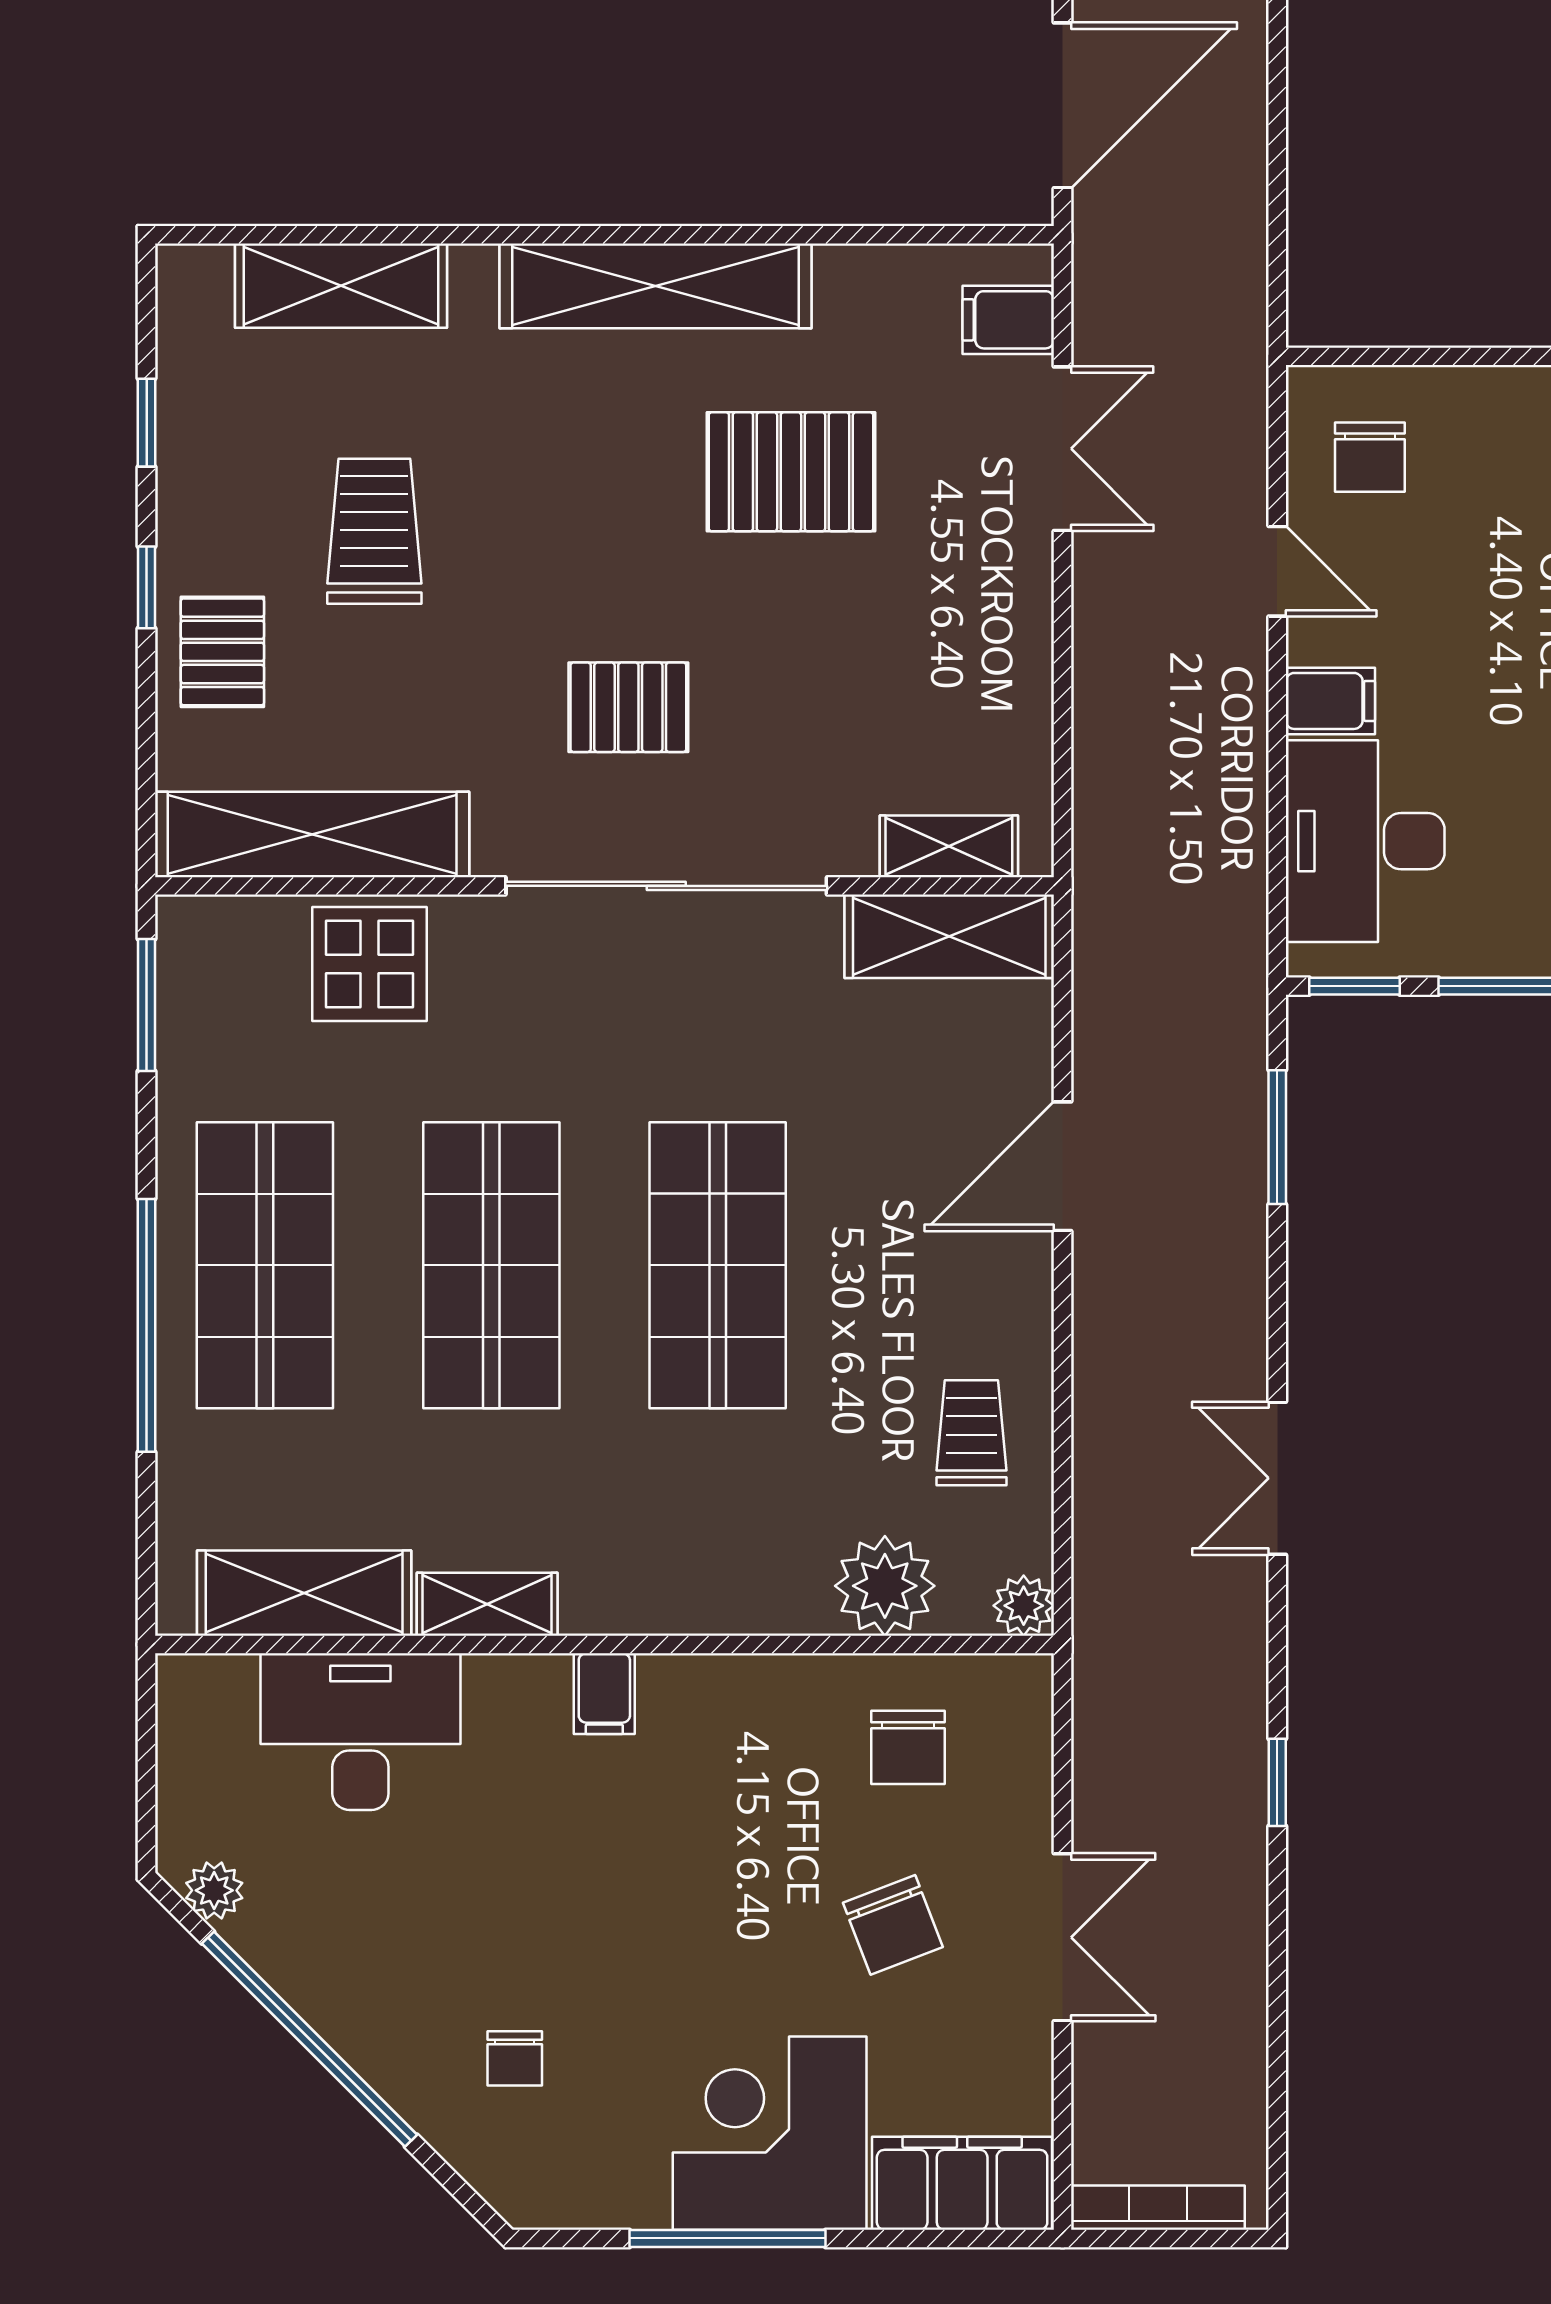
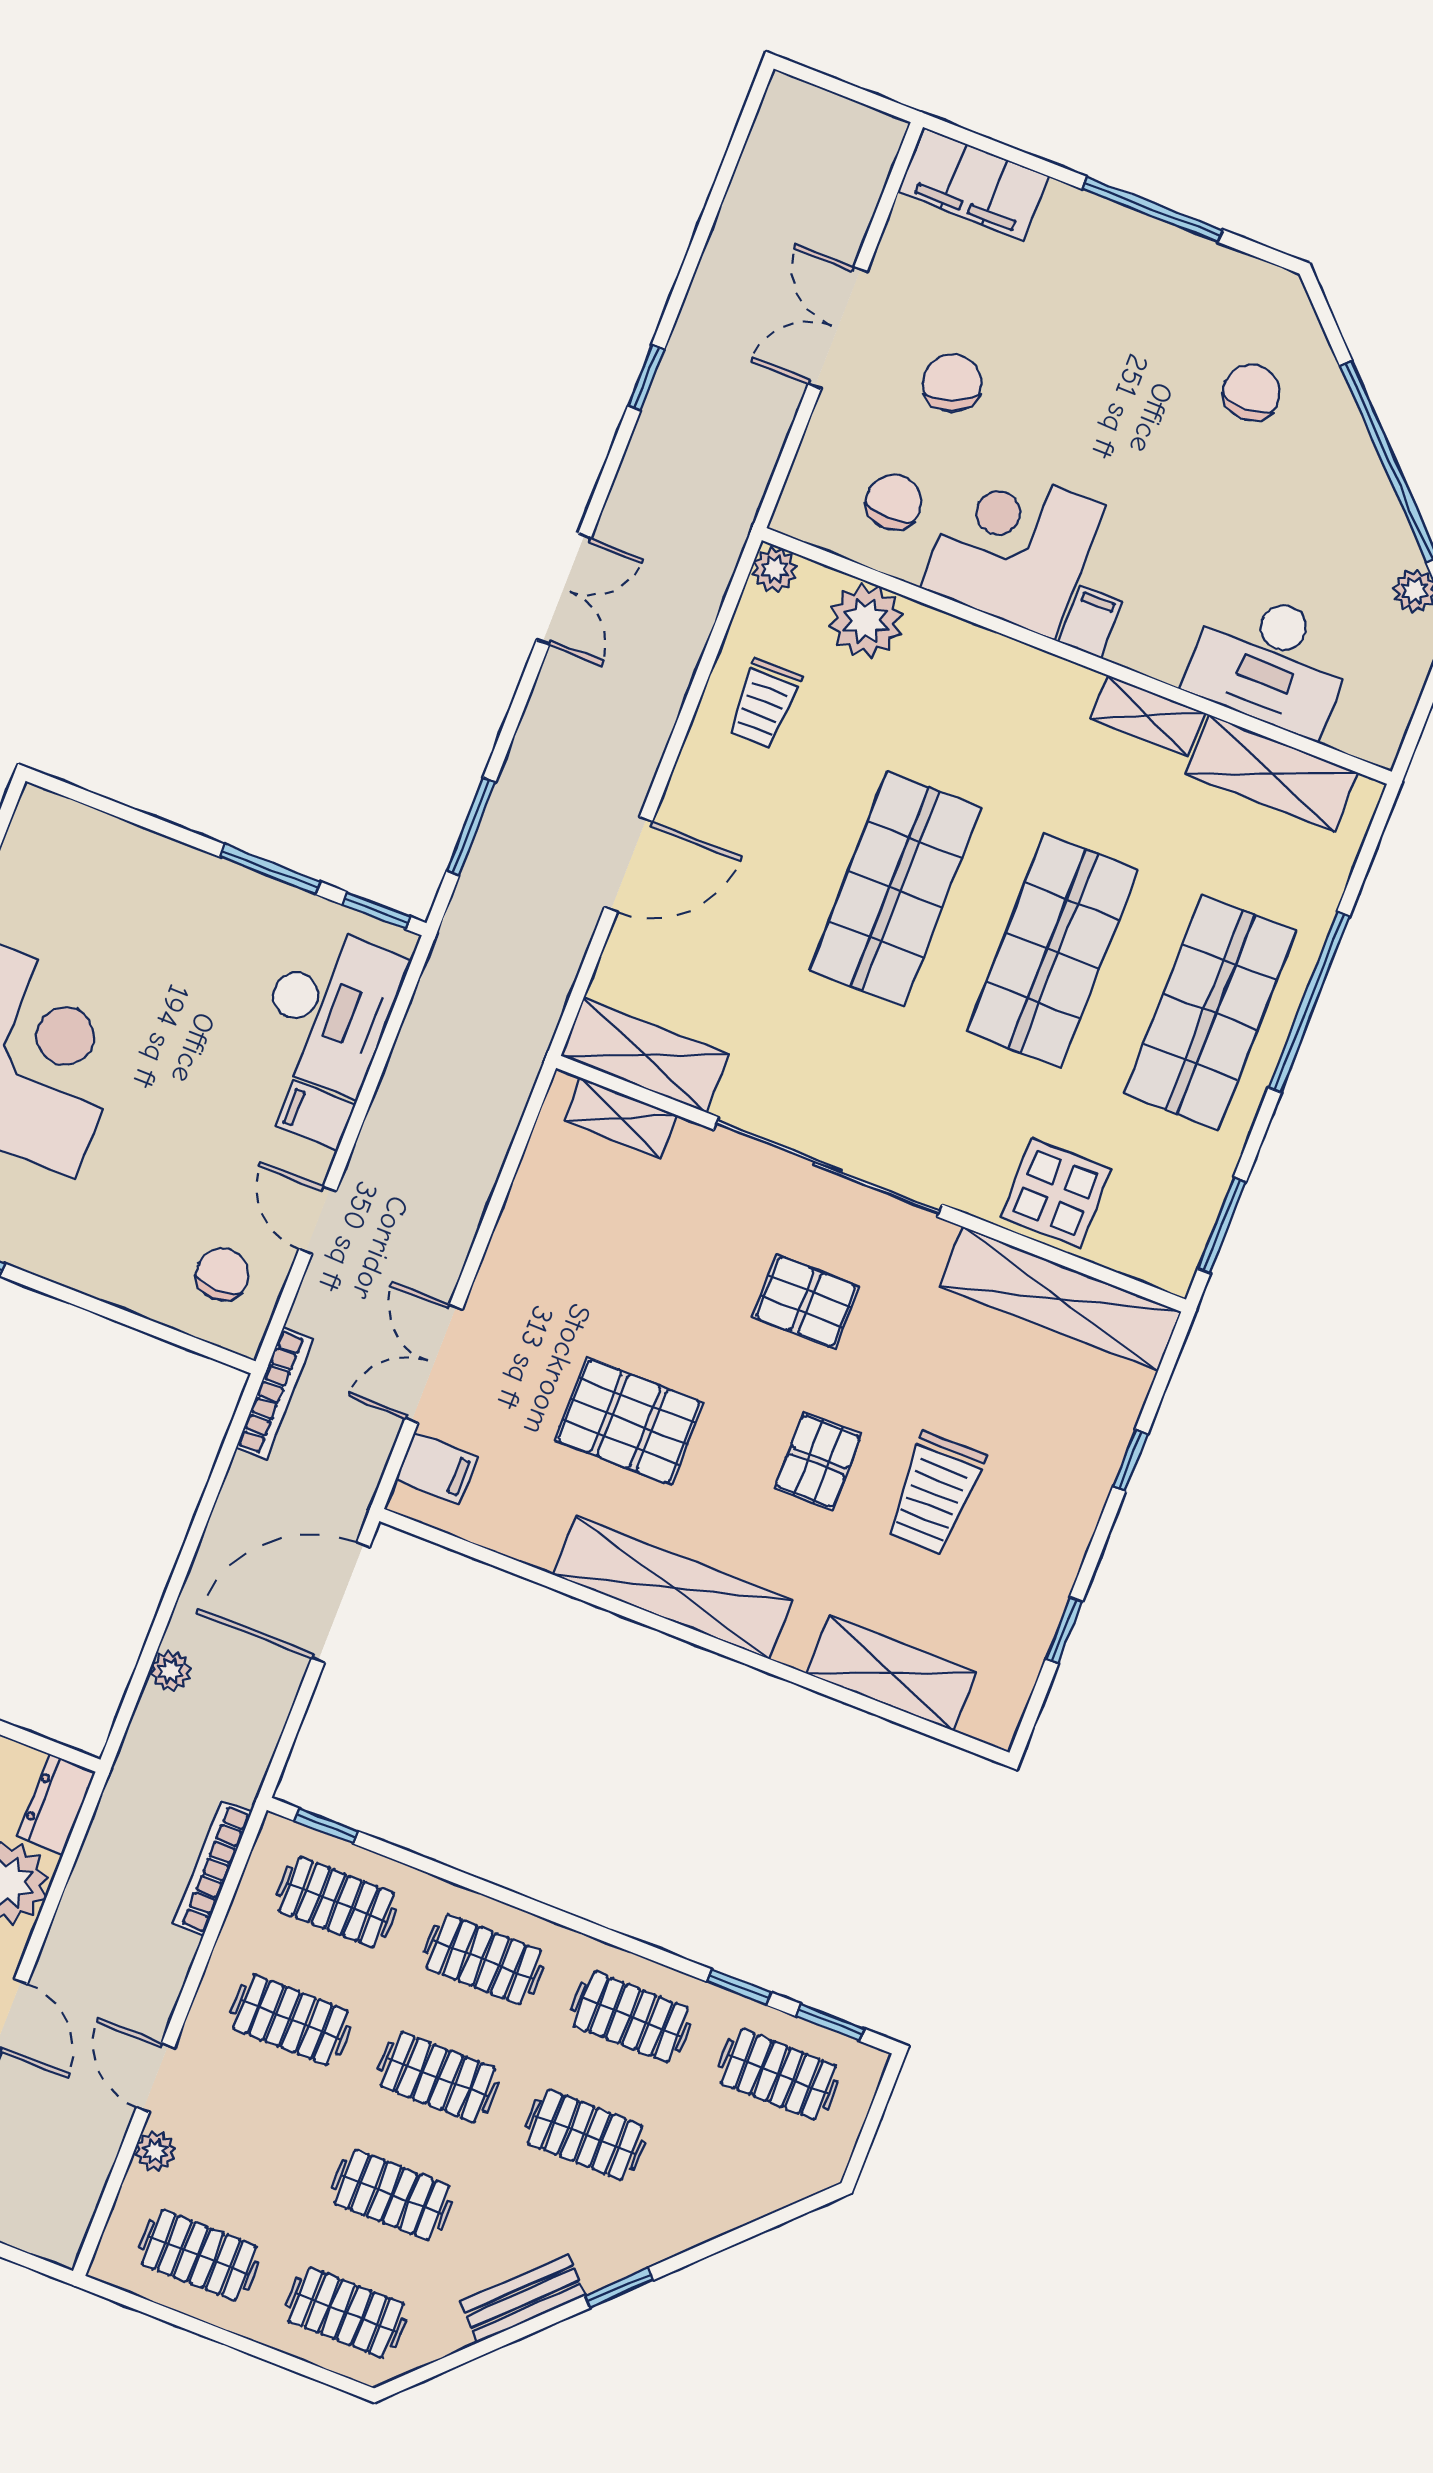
window: (147, 587) -> (1130, 1460), moved
pallet: (222, 652) -> (818, 1461), moved
chair: (515, 2058) -> (1252, 392), width x1.37, depth x1.37
corner desk: (770, 2133) -> (1013, 547), moved, turned 180
bookcase: (1158, 2208) -> (275, 1393), moved, turned -90

